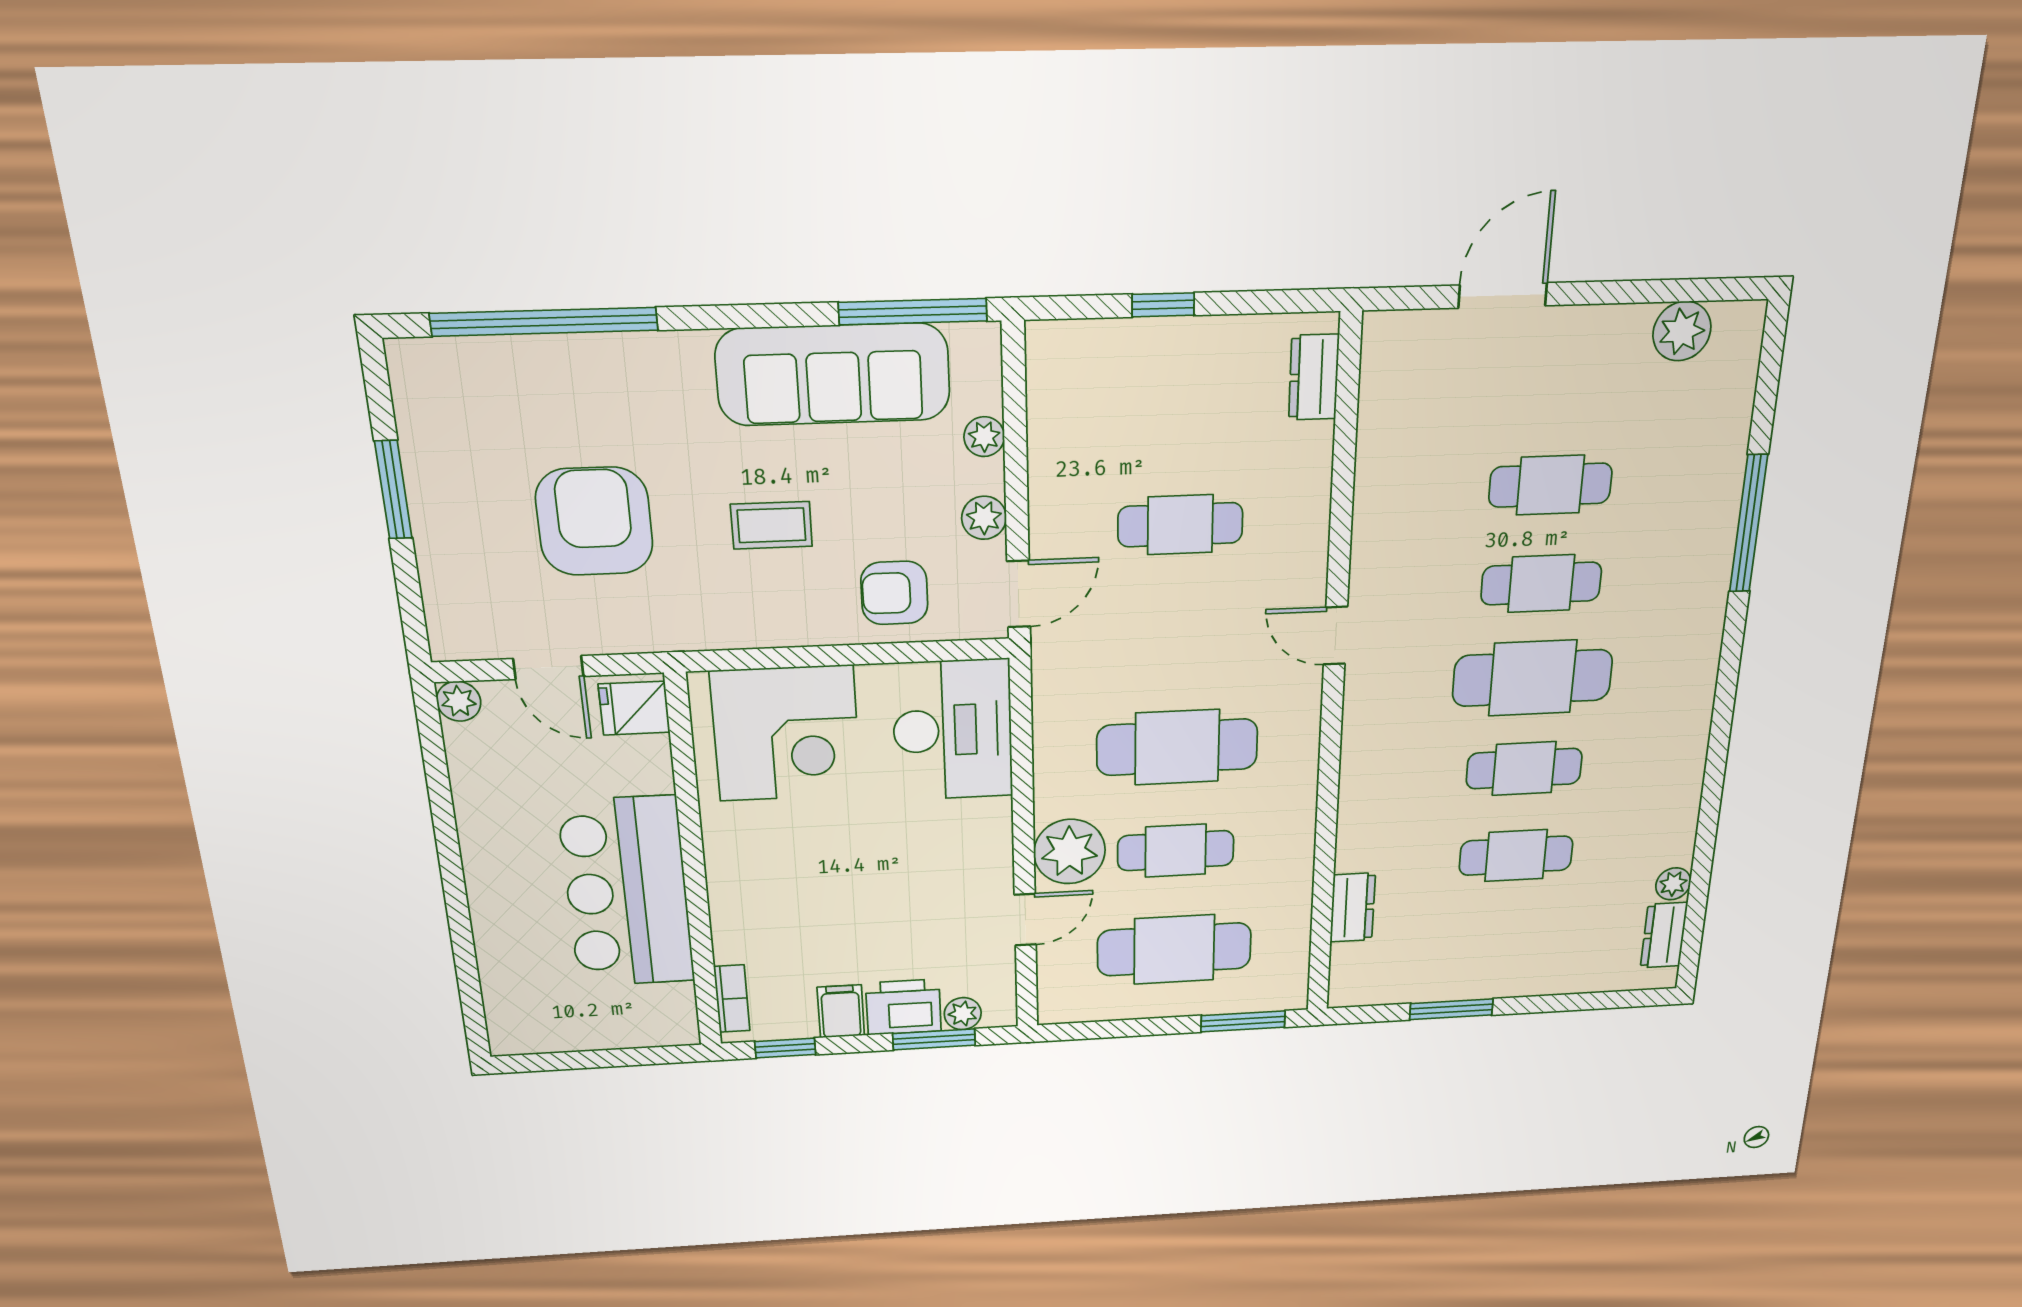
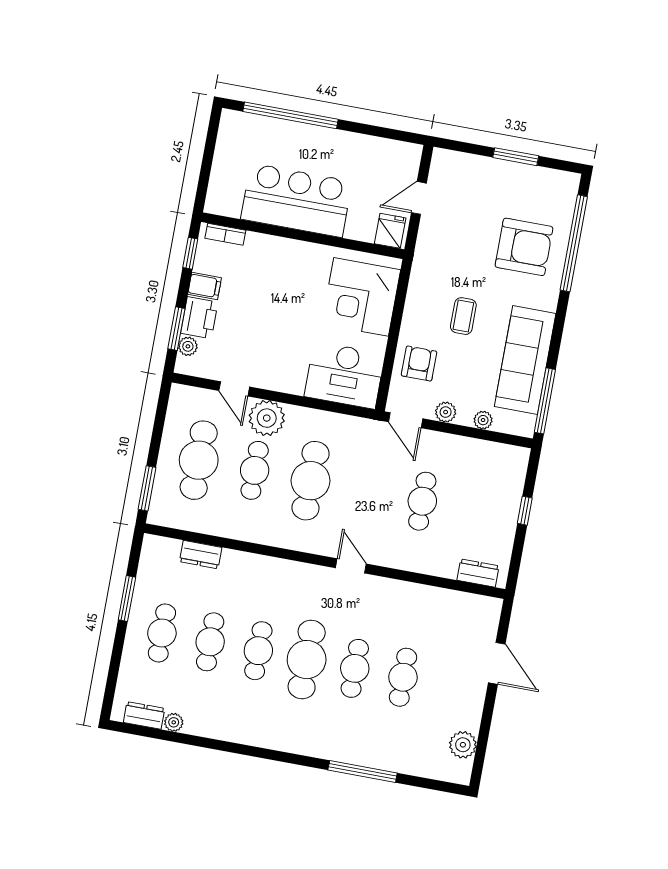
armchair: (594, 521) -> (524, 247), moved
door: (1335, 636) -> (351, 566), hinge flipped
plant: (459, 701) -> (412, 153), removed
window: (462, 939) -> (291, 115), added
cafe table: (1508, 939) -> (162, 633), added

